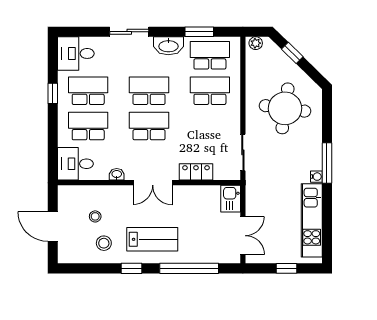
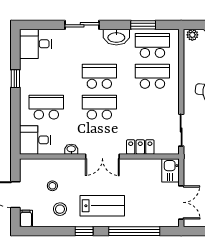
school desk: (88, 91) -> (46, 76), removed
filing cabinet: (65, 254) -> (26, 218), added

